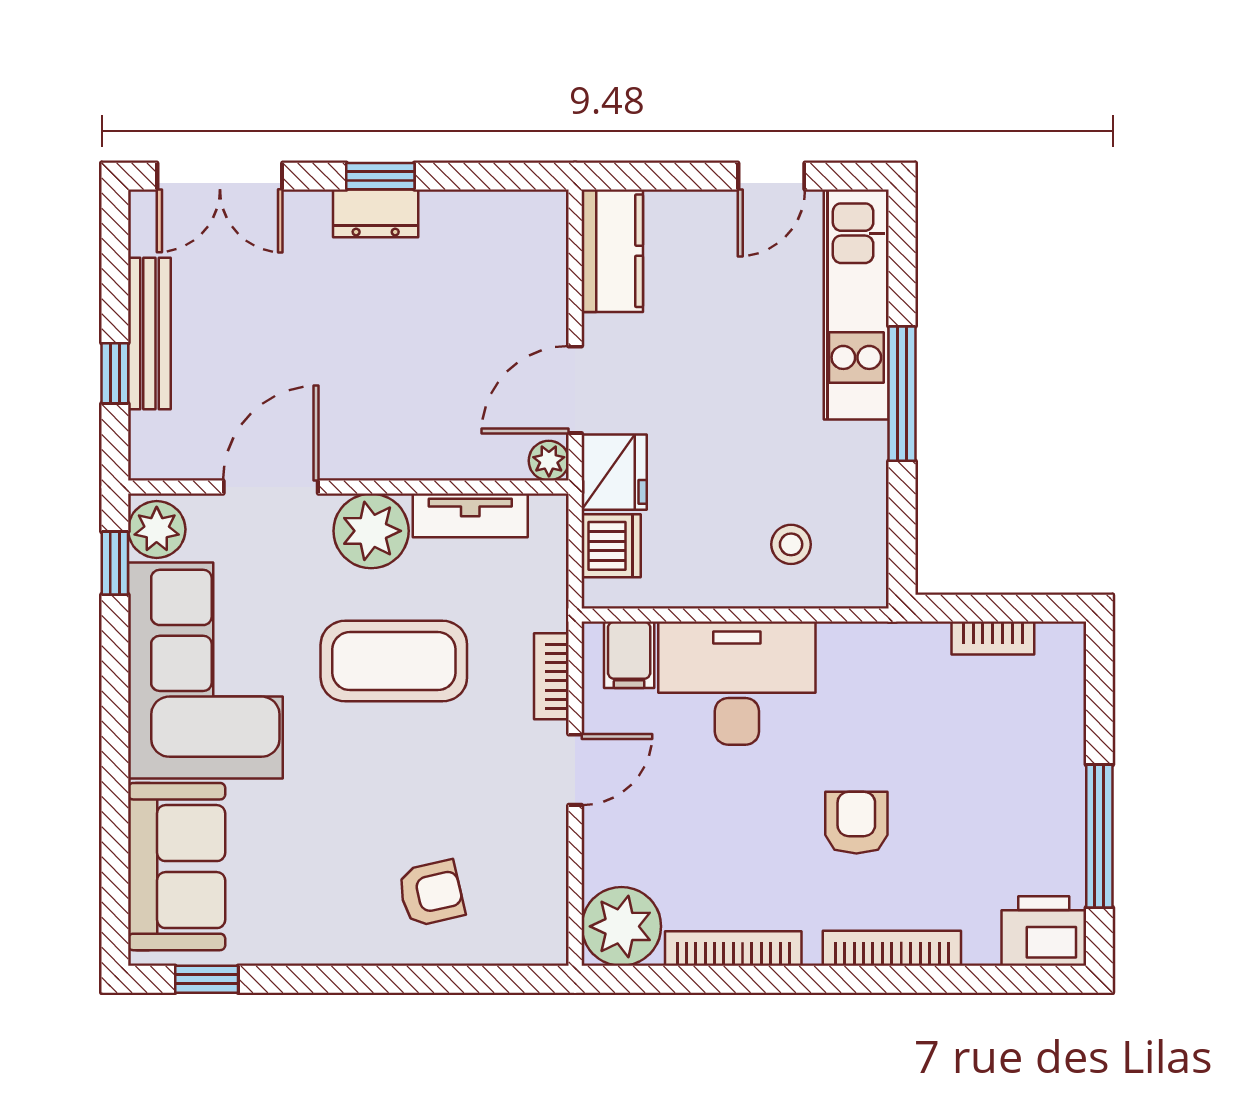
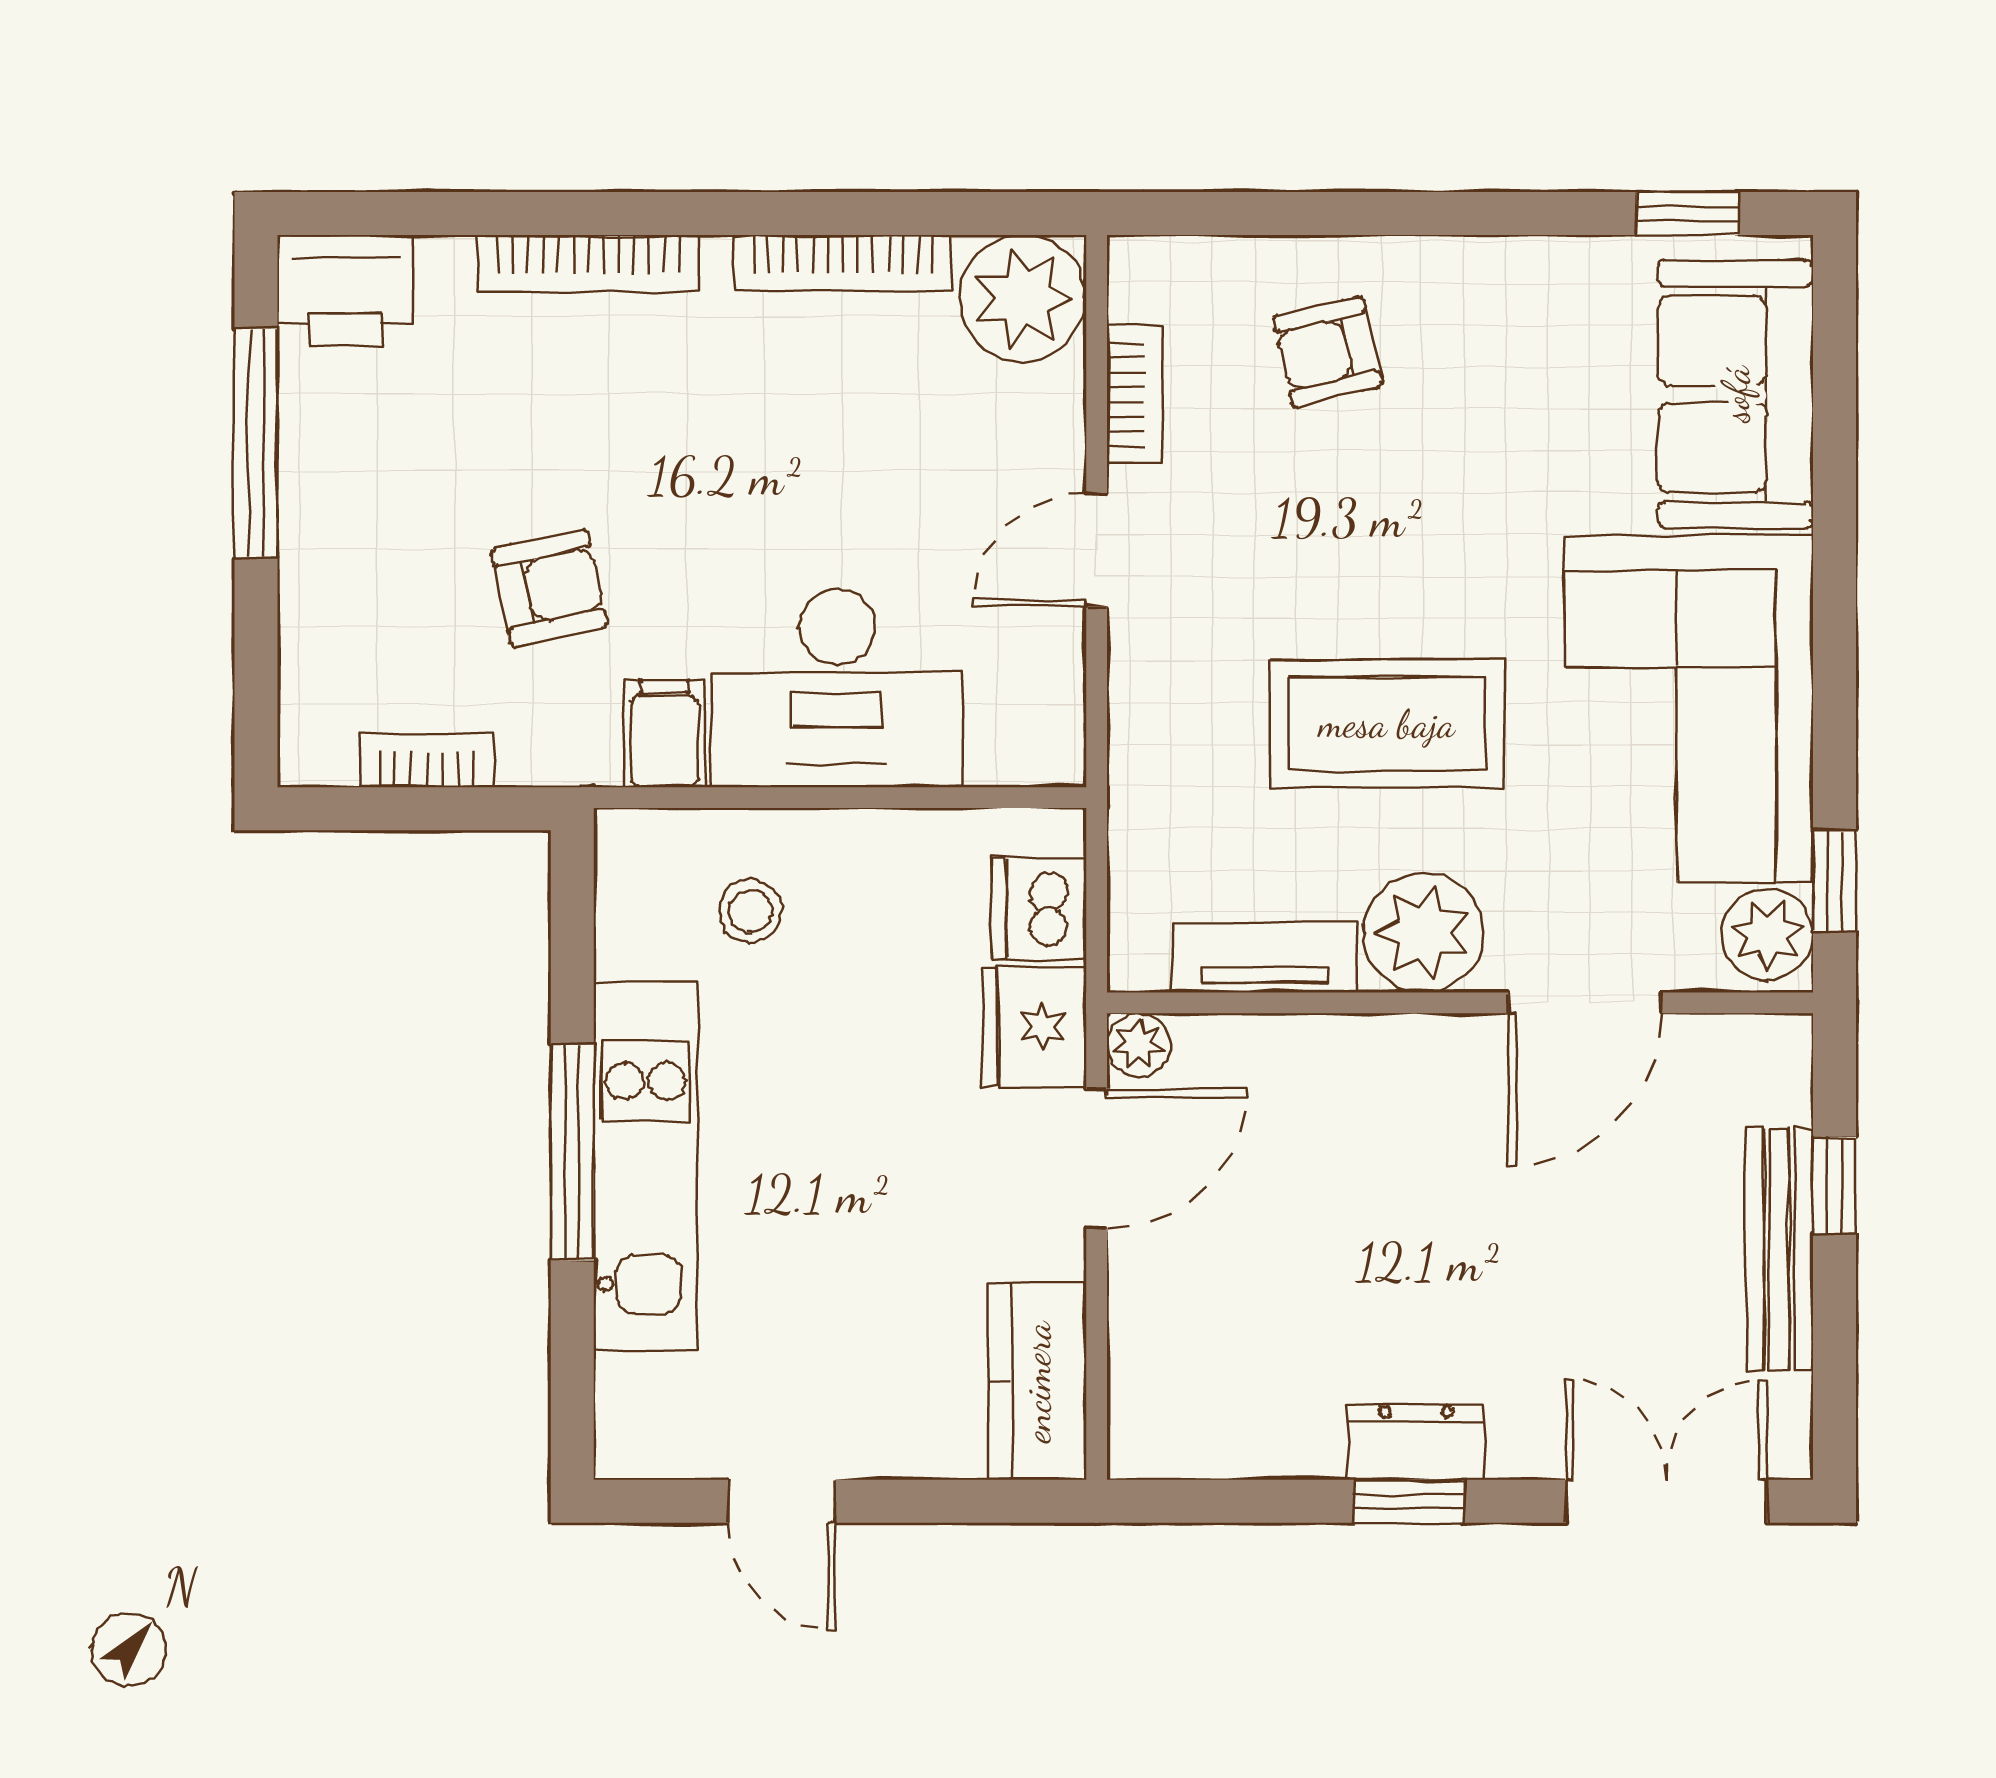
door: (771, 176) -> (782, 1501), swing flipped
kitchen unit: (856, 305) -> (646, 1166), moved
filing cabinet: (629, 655) -> (664, 734), moved
bookcase: (551, 676) -> (1134, 394), moved
armchair: (856, 823) -> (549, 588), moved, turned -102

